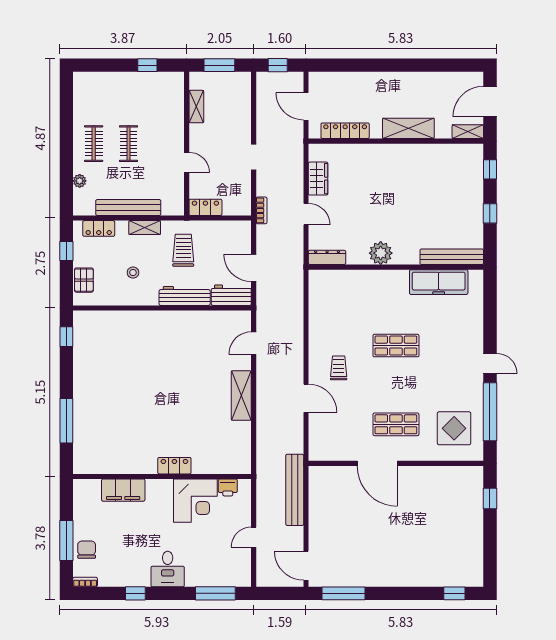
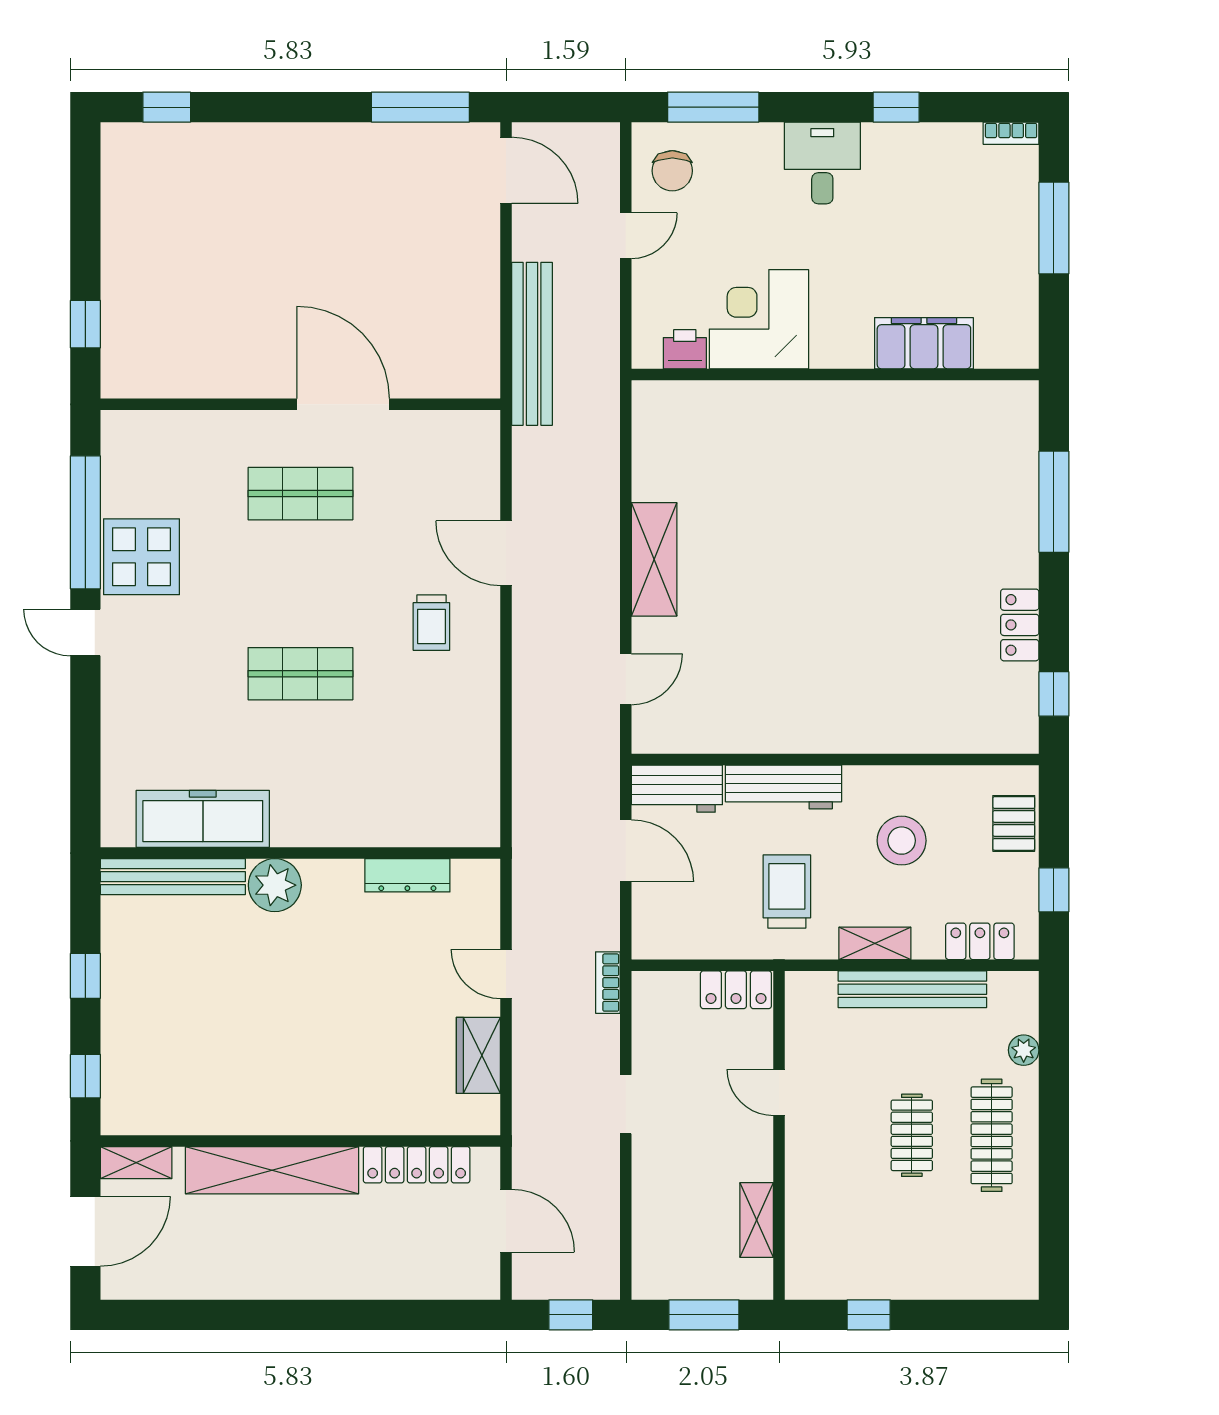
shelving: (408, 128) -> (272, 1170), width x1.47
clothes rail: (94, 144) -> (992, 1135), width x1.36
trolley: (183, 250) -> (787, 892), turned 180
plant: (381, 253) -> (275, 885), moved
dresser: (327, 257) -> (407, 875), moved
stool: (133, 273) -> (902, 841), width x1.89, depth x1.89
display table: (454, 428) -> (141, 557), moved
locker: (174, 466) -> (1020, 625), moved, turned 90
chair: (87, 550) -> (672, 171), moved

